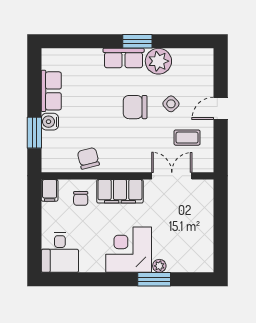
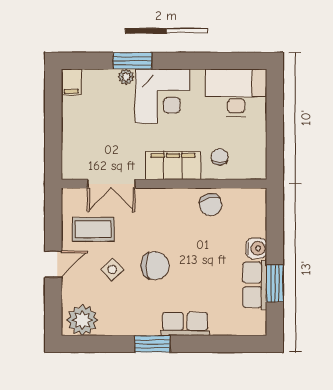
row of seats: (124, 58) -> (185, 324), moved
plant: (158, 61) -> (82, 320), moved
window: (34, 133) -> (275, 283), moved
coffee table: (187, 138) -> (93, 229), width x1.36, depth x1.30
filing cabinet: (50, 190) -> (71, 82), moved, turned 180
desk: (60, 252) -> (236, 93), width x1.37

